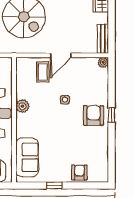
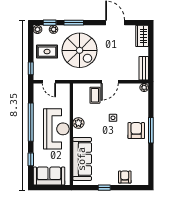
window: (112, 115) -> (151, 130), width x2.17
sofa: (27, 157) -> (82, 159), width x1.36

